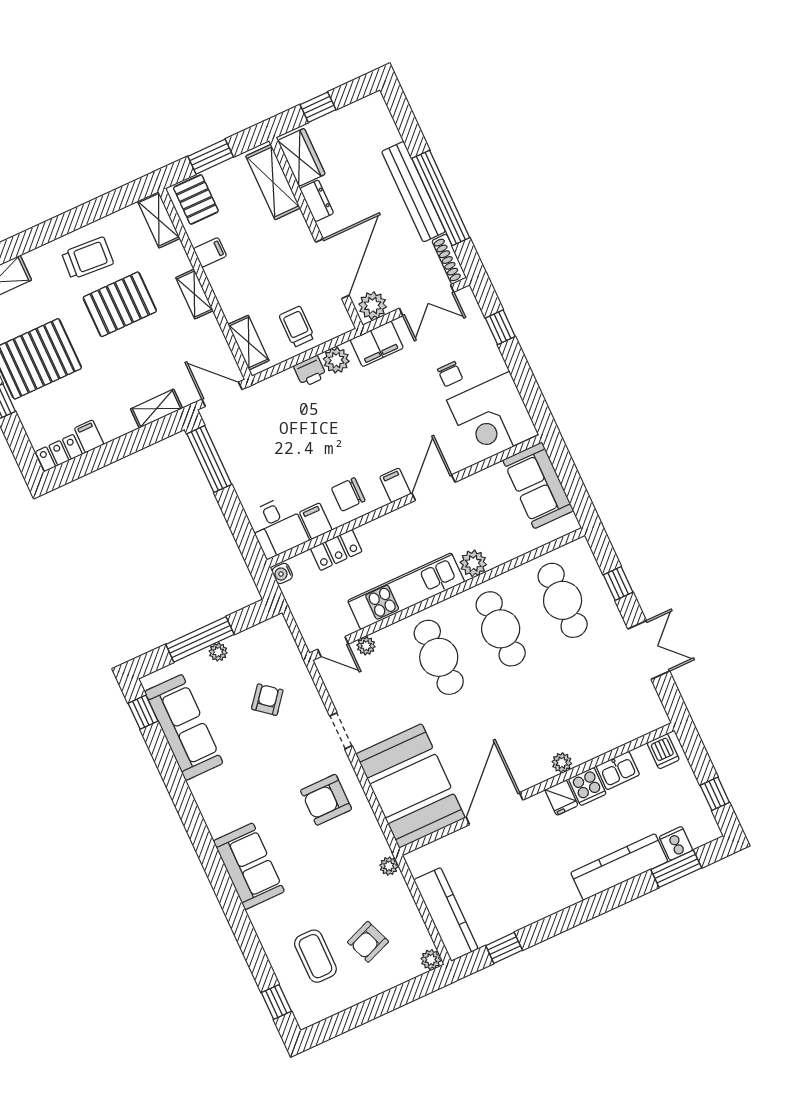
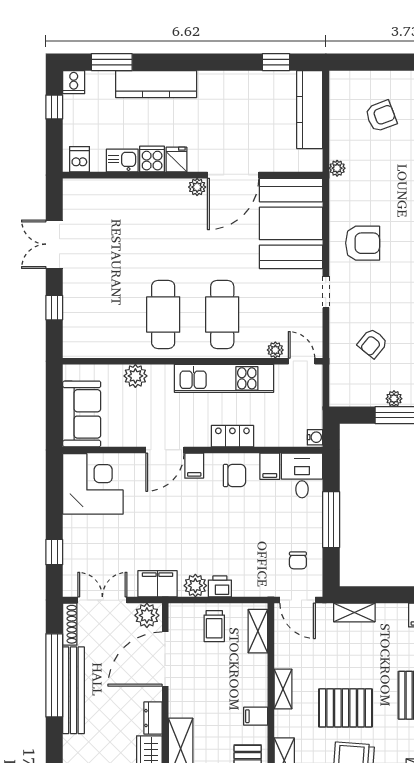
chair: (450, 374) -> (298, 560), moved, turned 180
window: (209, 459) -> (331, 520), moved
locker: (336, 550) -> (232, 436), moved
plant: (473, 563) -> (135, 376), moved
cafe table: (563, 600) -> (104, 314), removed
plant: (562, 763) -> (197, 187), moved
cooker: (676, 843) -> (74, 82), moved
plant: (431, 960) -> (338, 79), removed

